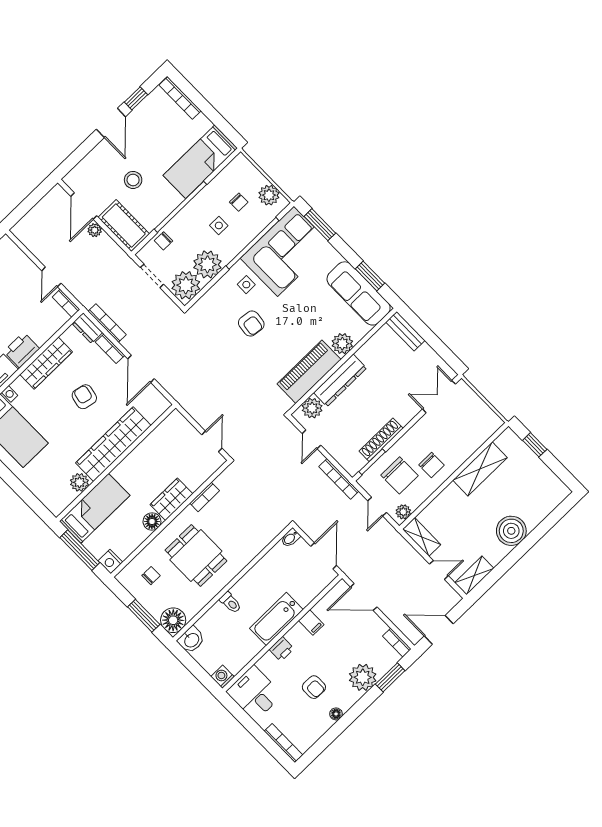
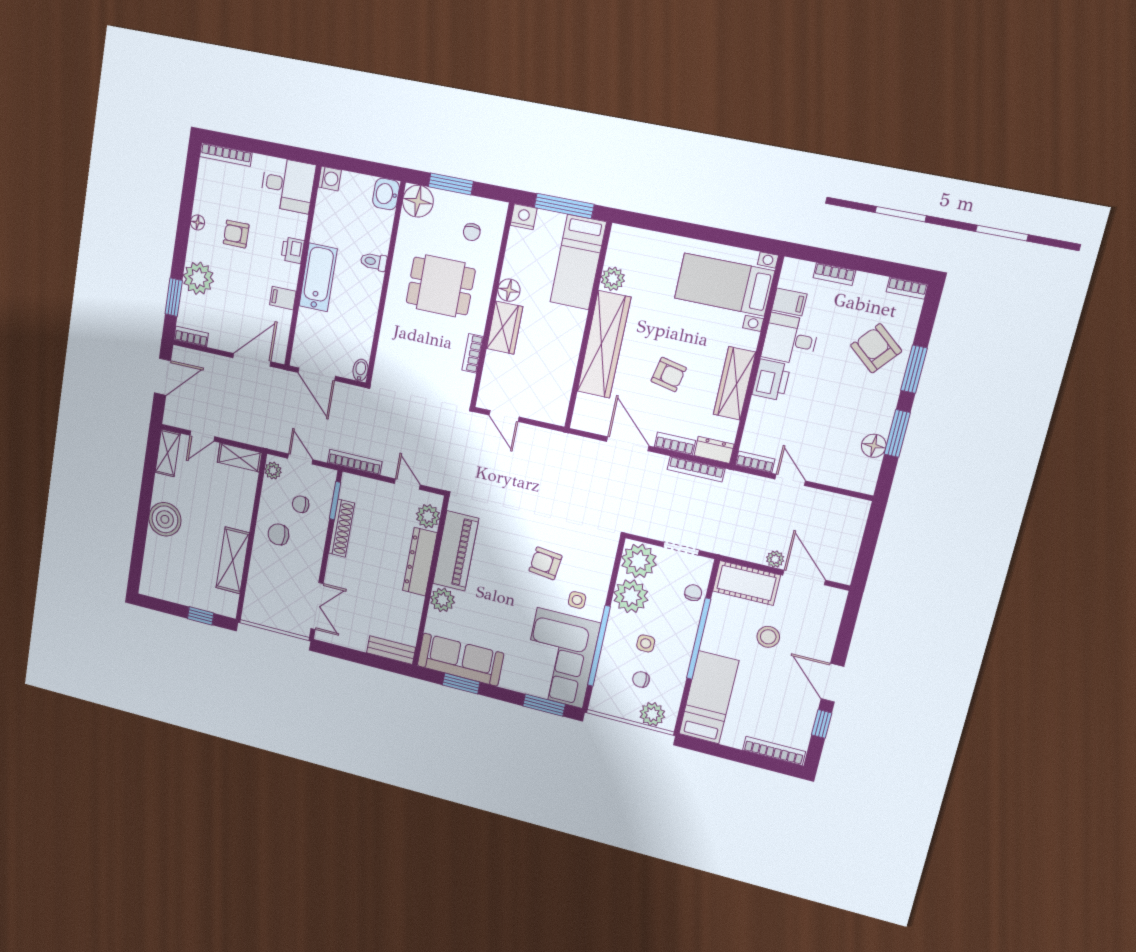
plant: (269, 195) -> (652, 714), moved
chair: (400, 475) -> (301, 504), width x0.54, depth x0.54

